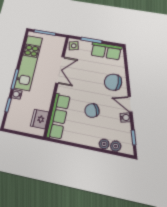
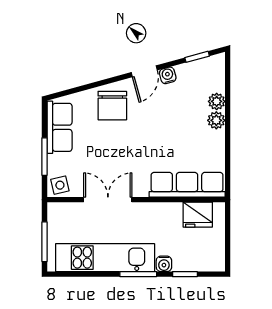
chair: (92, 110) -> (167, 131), removed
plant: (116, 146) -> (216, 120), moved

